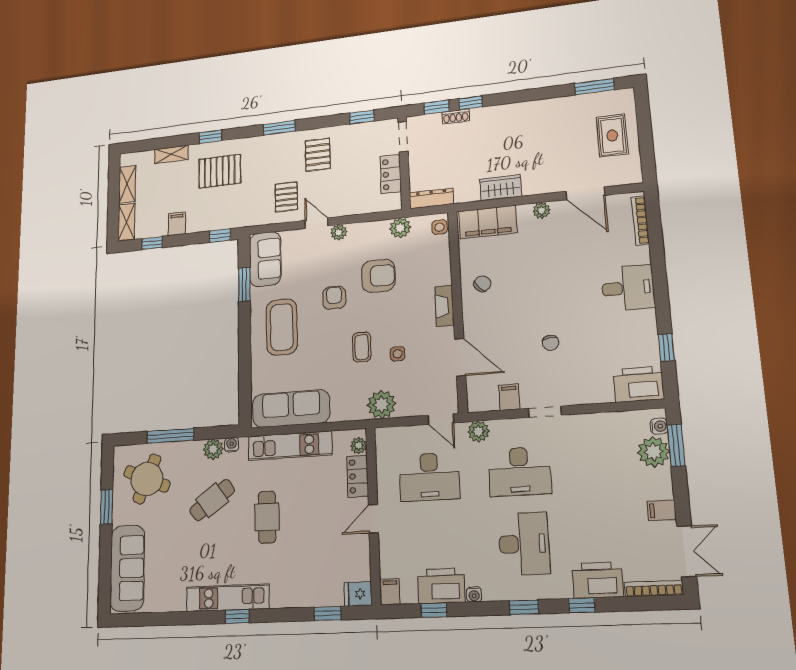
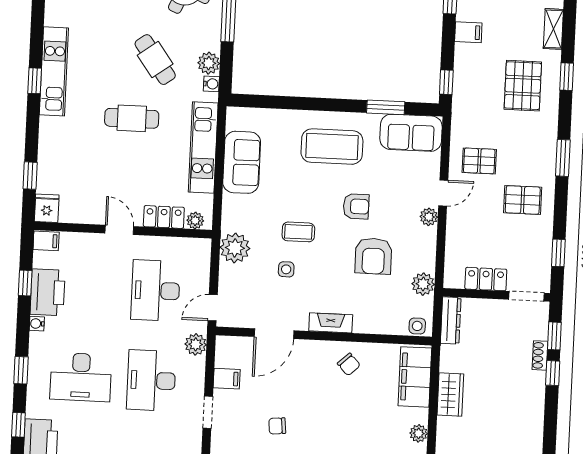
sofa: (291, 409) -> (242, 162), width x0.73

